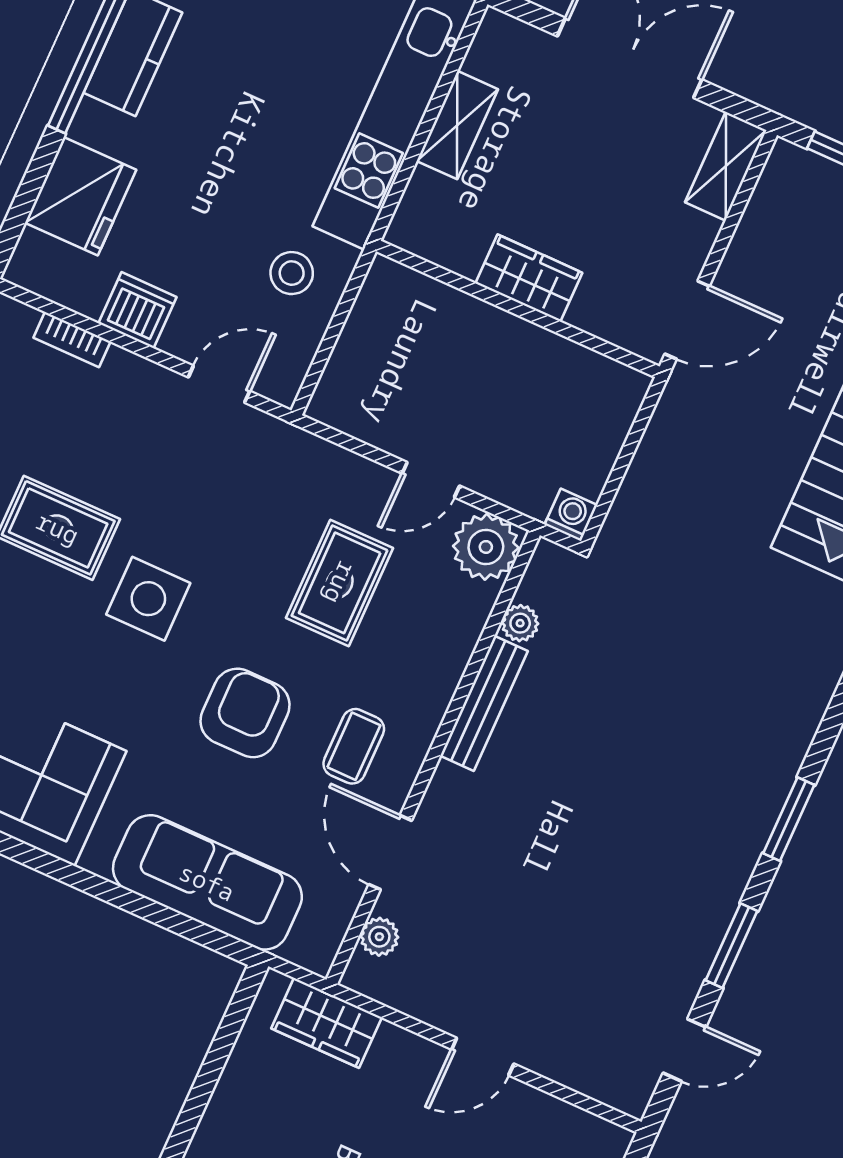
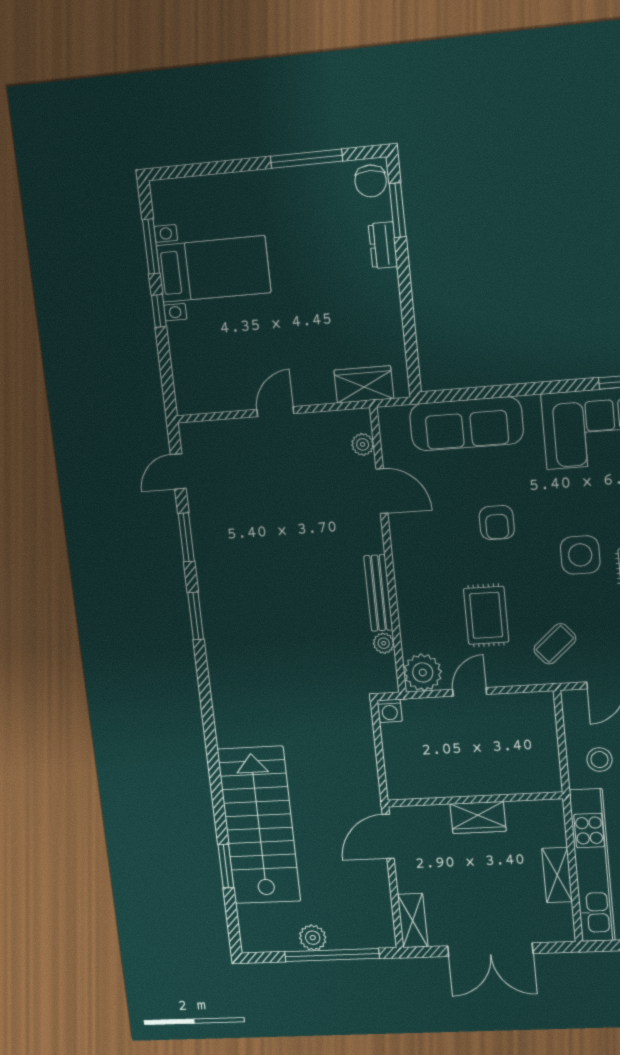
armchair: (245, 713) -> (497, 523), width x0.72, depth x0.72
coffee table: (354, 746) -> (555, 644), moved, turned 49

